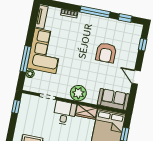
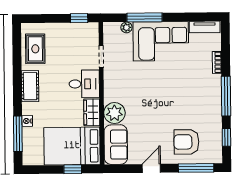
window: (143, 45) -> (196, 168), width x2.17
armchair: (106, 53) -> (186, 142), moved
plant: (78, 93) -> (114, 113), moved

